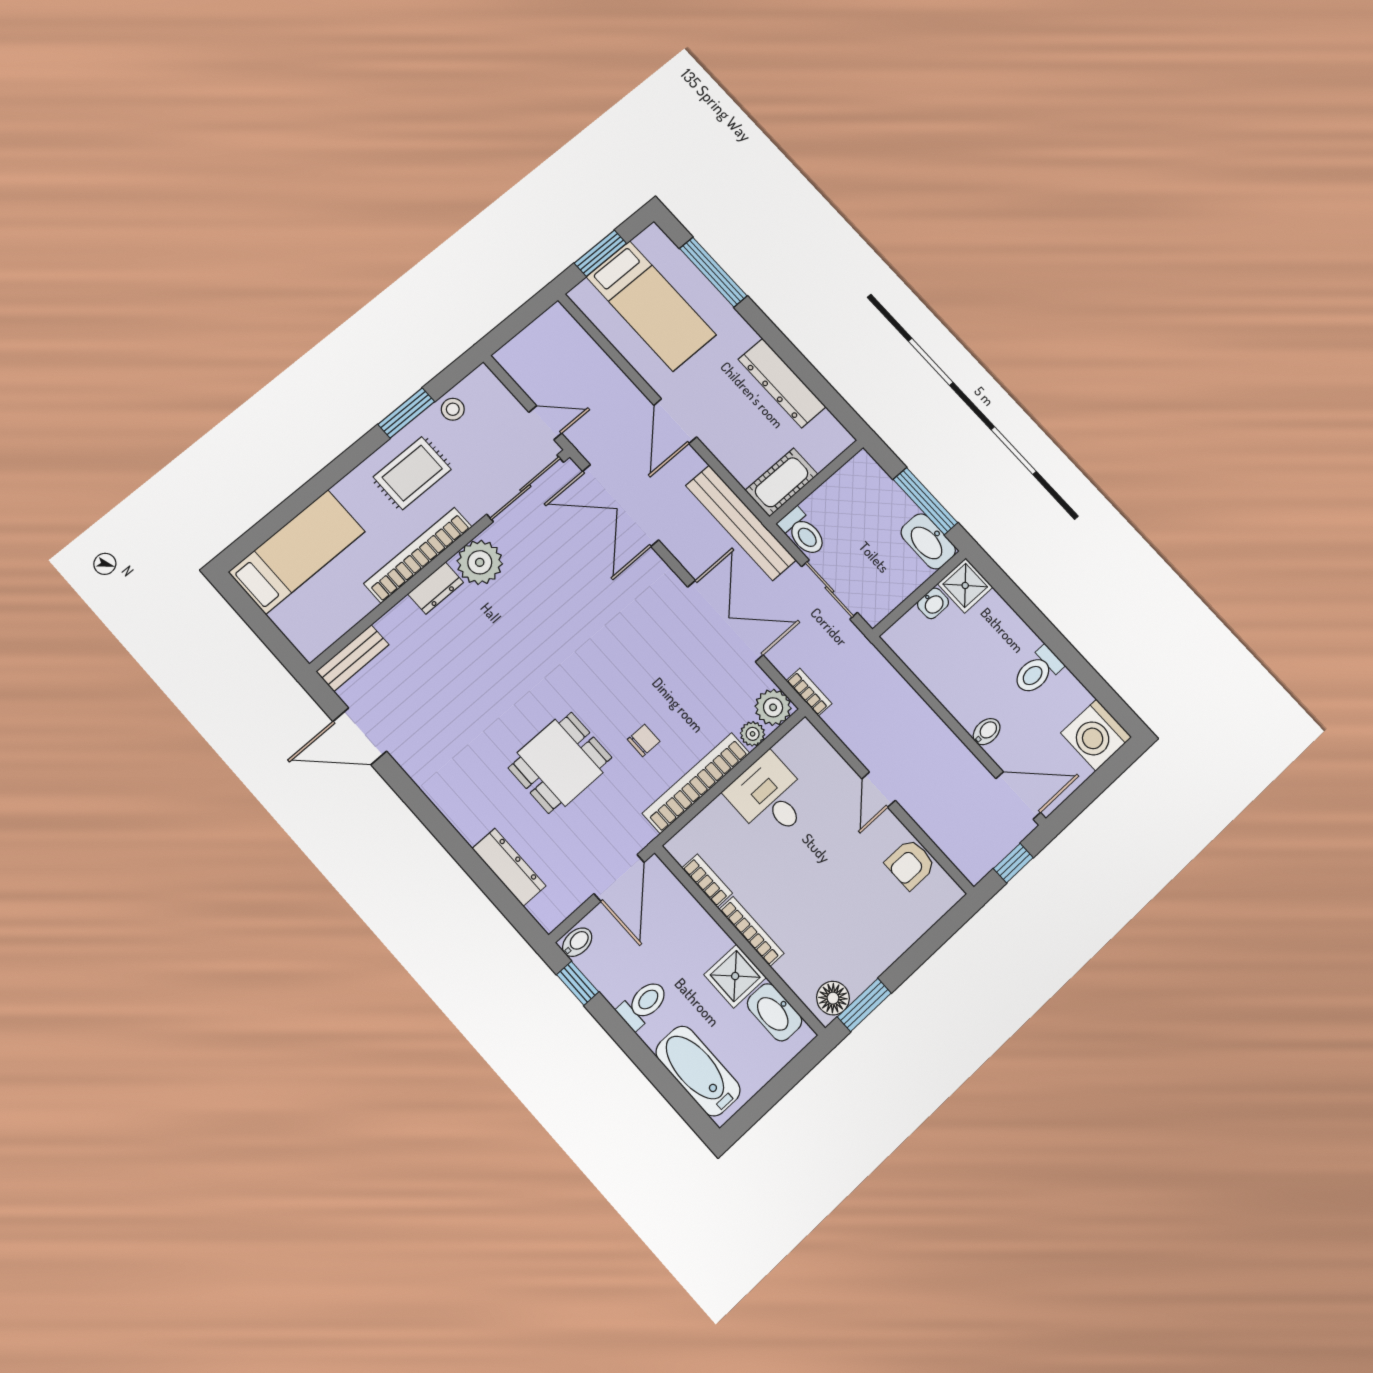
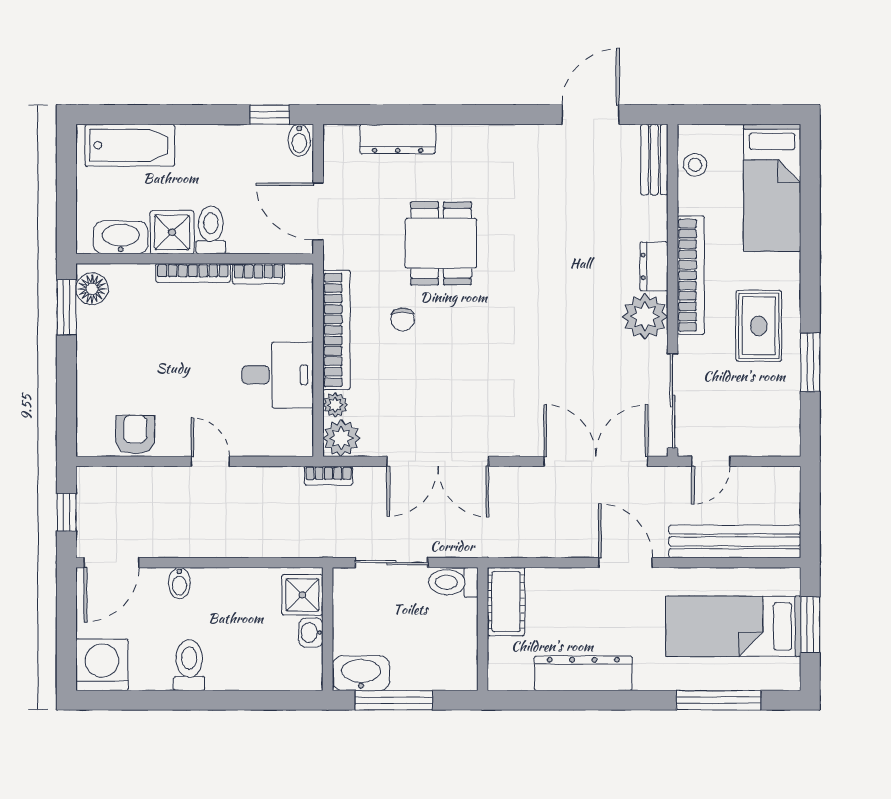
stool: (453, 409) -> (695, 165), moved
bench: (741, 523) -> (735, 541), moved
shower: (965, 585) -> (302, 595), moved
toilet: (643, 1004) -> (211, 230), moved, turned 180

